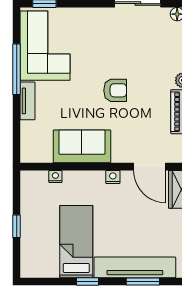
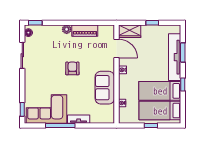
door: (150, 167) -> (116, 49), hinge flipped
bed: (42, 242) -> (160, 111), added

